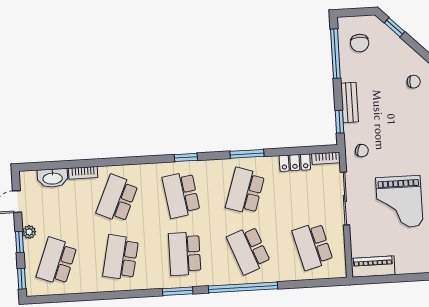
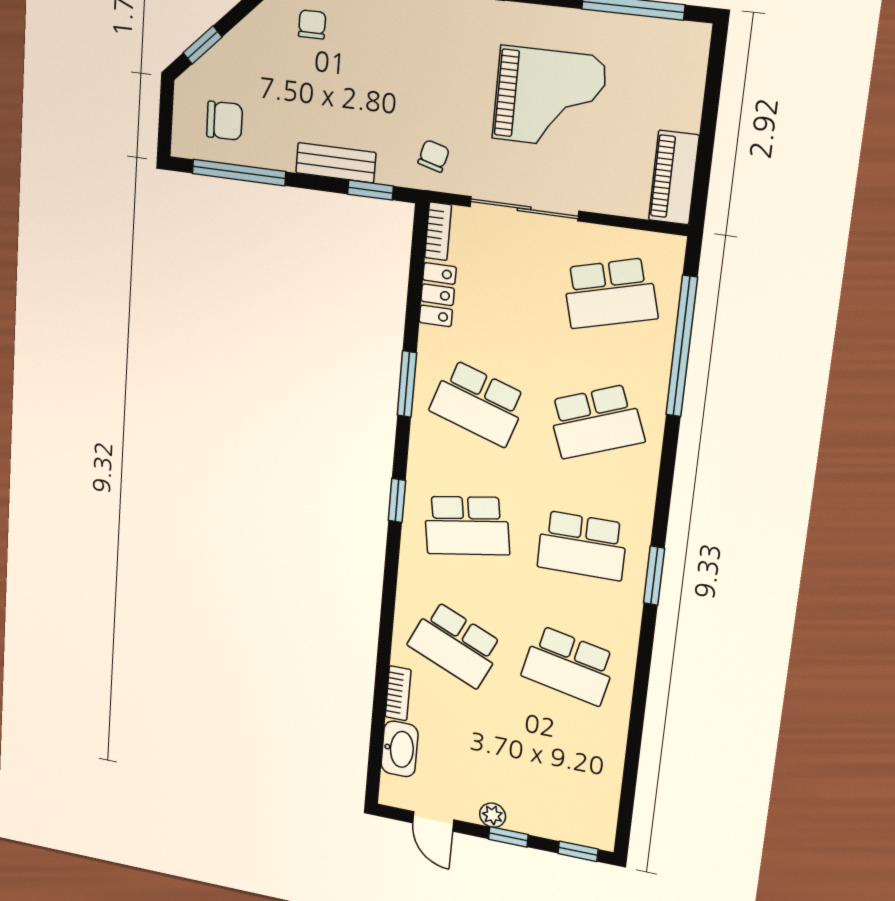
school desk: (57, 261) -> (556, 782), removed
window: (243, 287) -> (682, 346), moved

